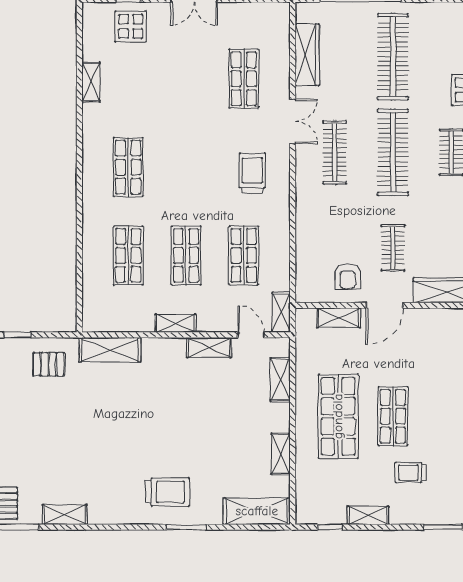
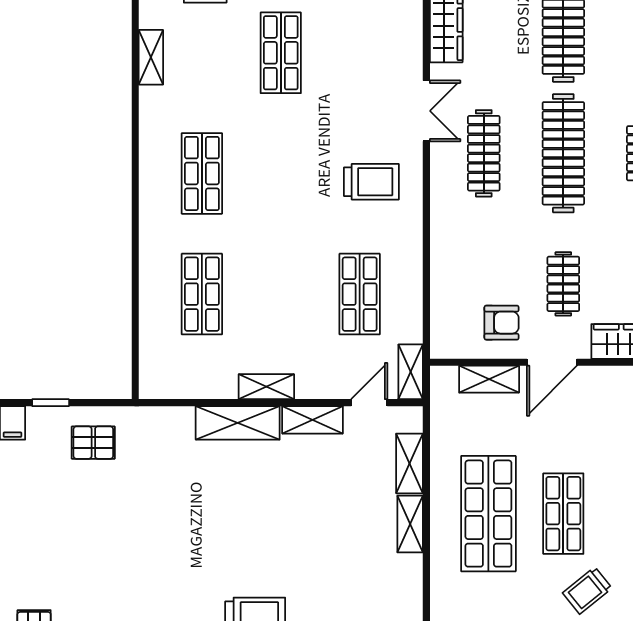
shop shelf: (244, 79) -> (281, 53), moved
trolley: (252, 173) -> (371, 182), turned 90
shop shelf: (186, 255) -> (281, 294), removed
armchair: (348, 276) -> (502, 323), turned -90
door: (251, 335) -> (369, 403), hinge flipped
shelving: (110, 350) -> (238, 423), moved
shelving: (281, 454) -> (410, 524), moved
trolley: (410, 473) -> (587, 591), turned -39

